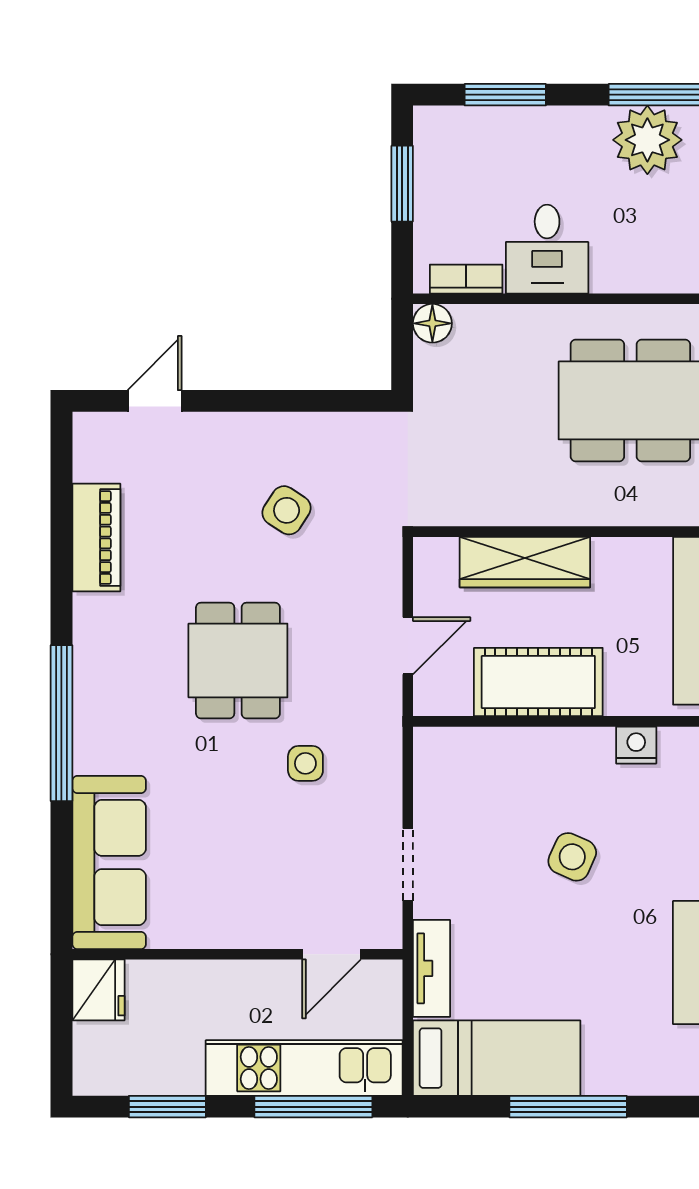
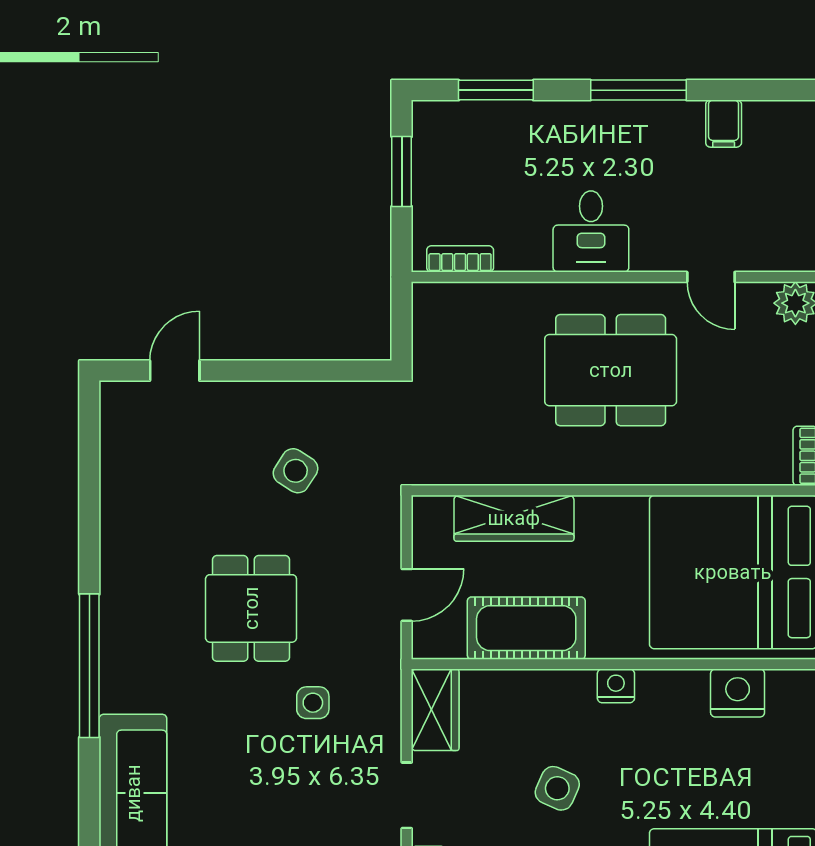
plant: (647, 140) -> (626, 131), removed
desk: (547, 249) -> (591, 231), moved
floor lamp: (432, 323) -> (429, 299), removed
piano: (96, 538) -> (121, 496), removed
wardrobe: (439, 771) -> (435, 710), added

